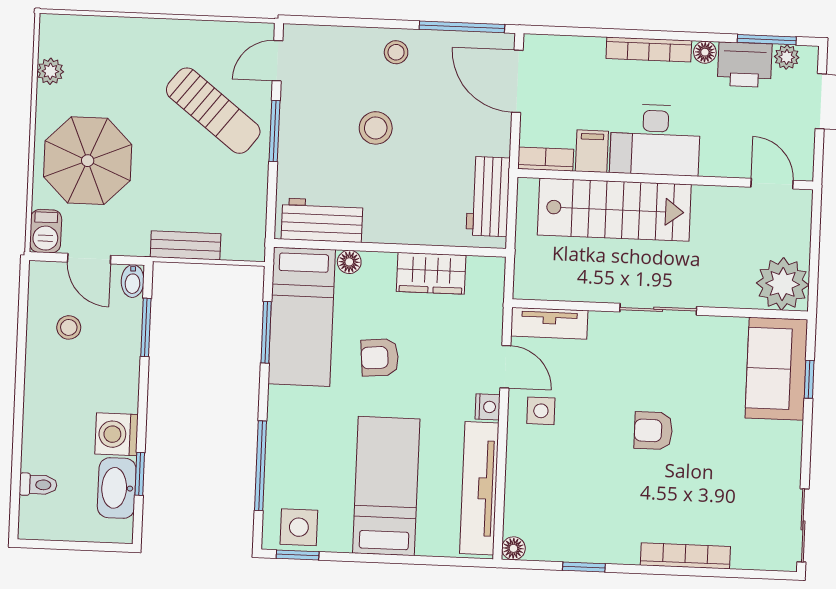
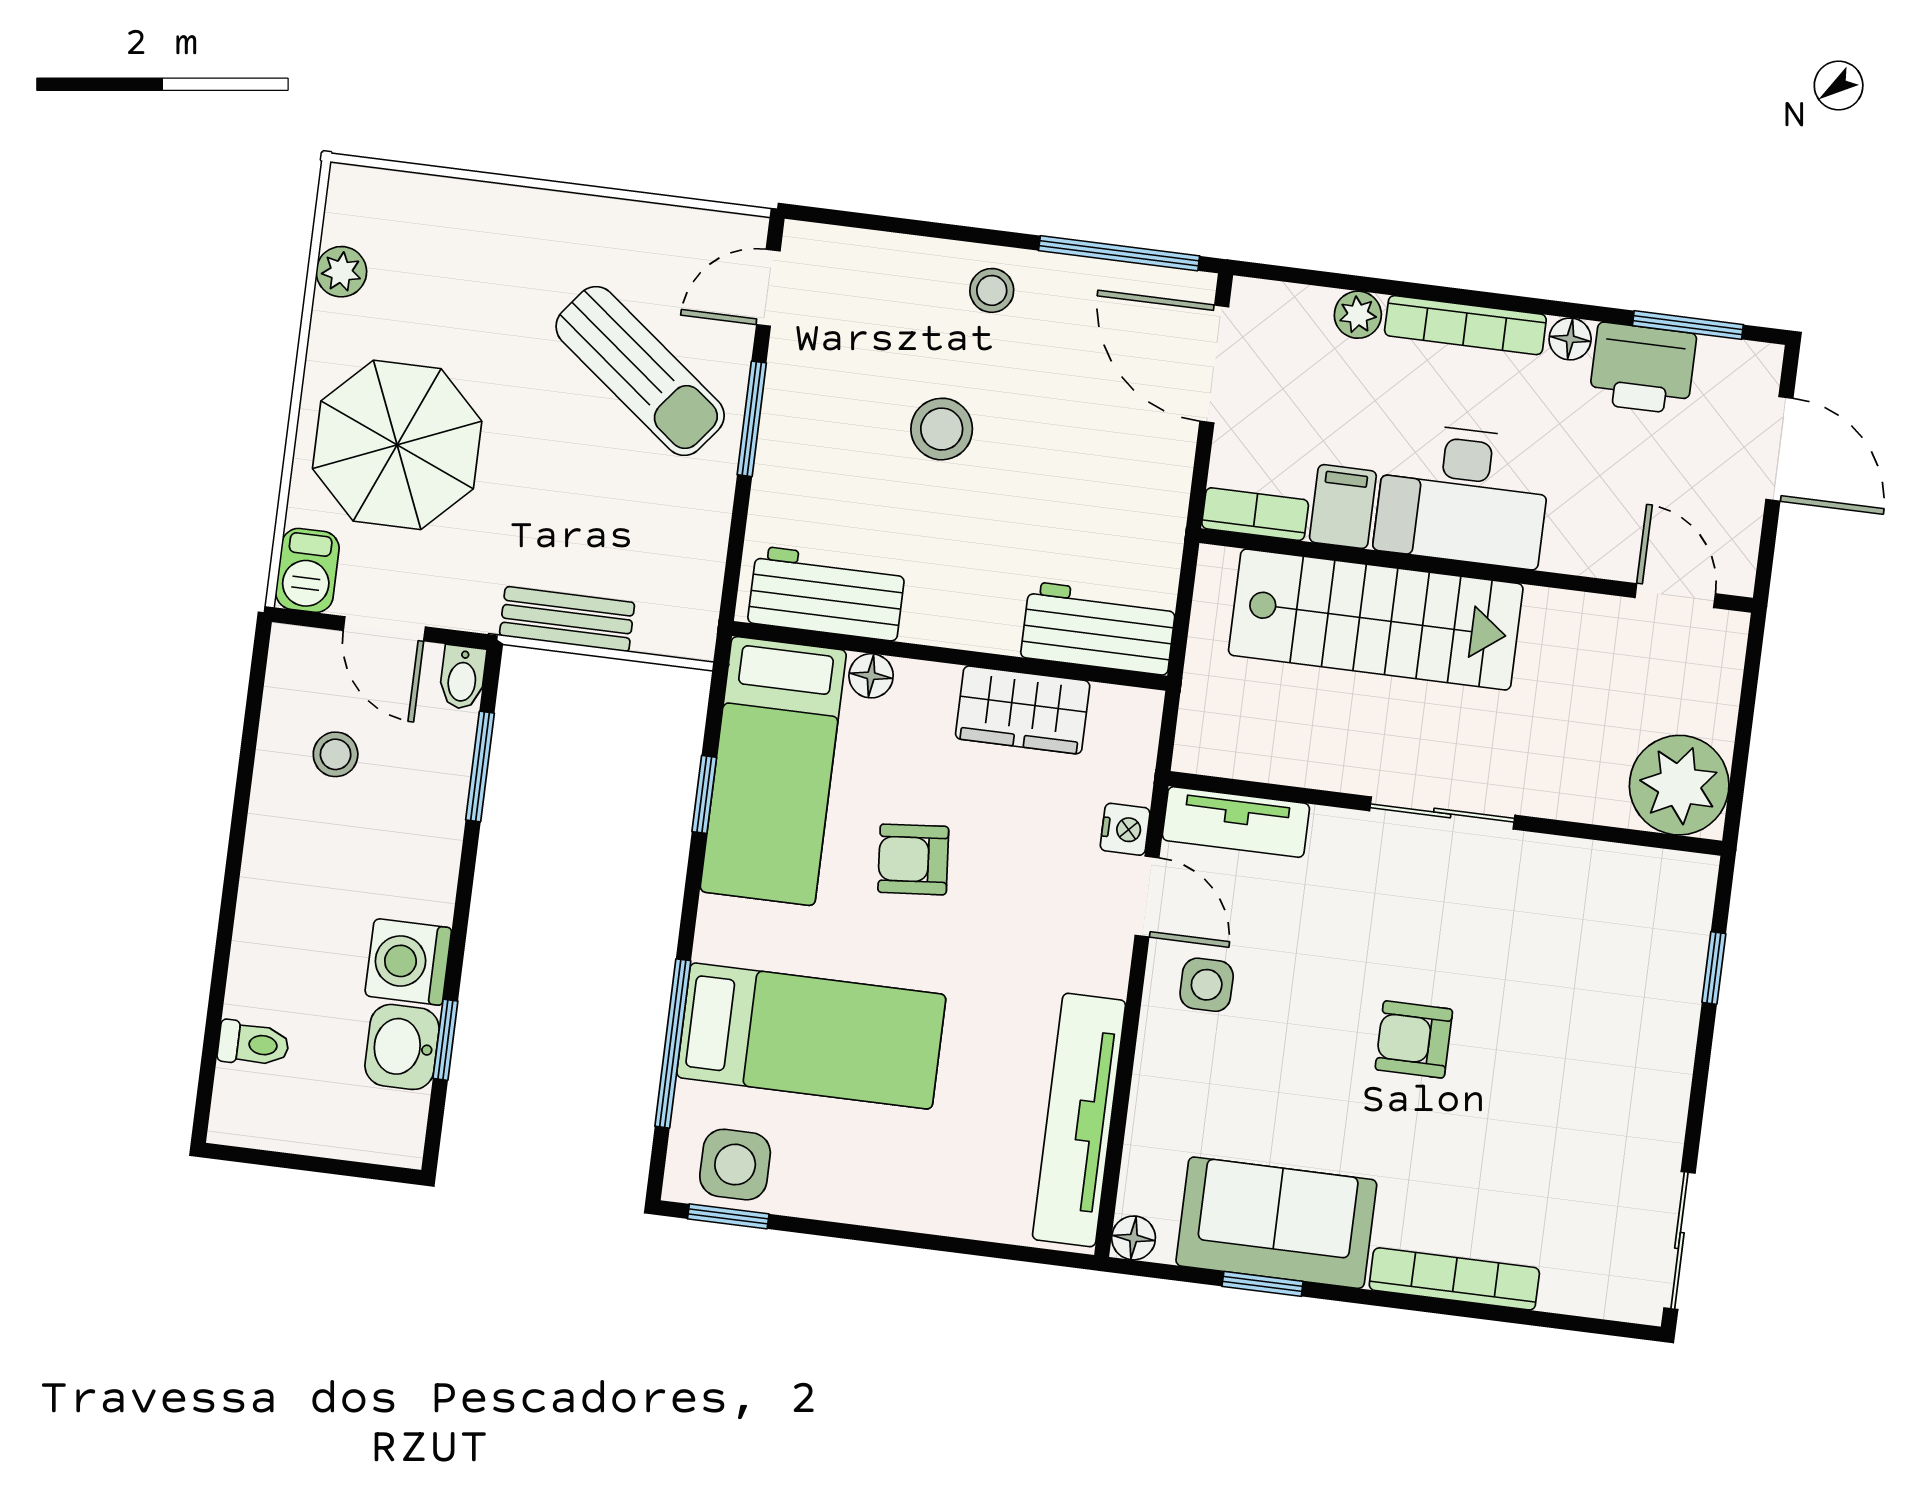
plant: (787, 57) -> (1358, 315), moved
workbench: (488, 196) -> (1098, 628), moved, turned 90
window: (266, 332) -> (704, 794), width x0.67
sofa: (776, 369) -> (1276, 1223), moved, turned 90
nightstand: (488, 407) -> (1125, 829), moved
bed: (386, 486) -> (811, 1036), moved, turned 90
washbasin: (117, 488) -> (402, 1047), width x0.72

